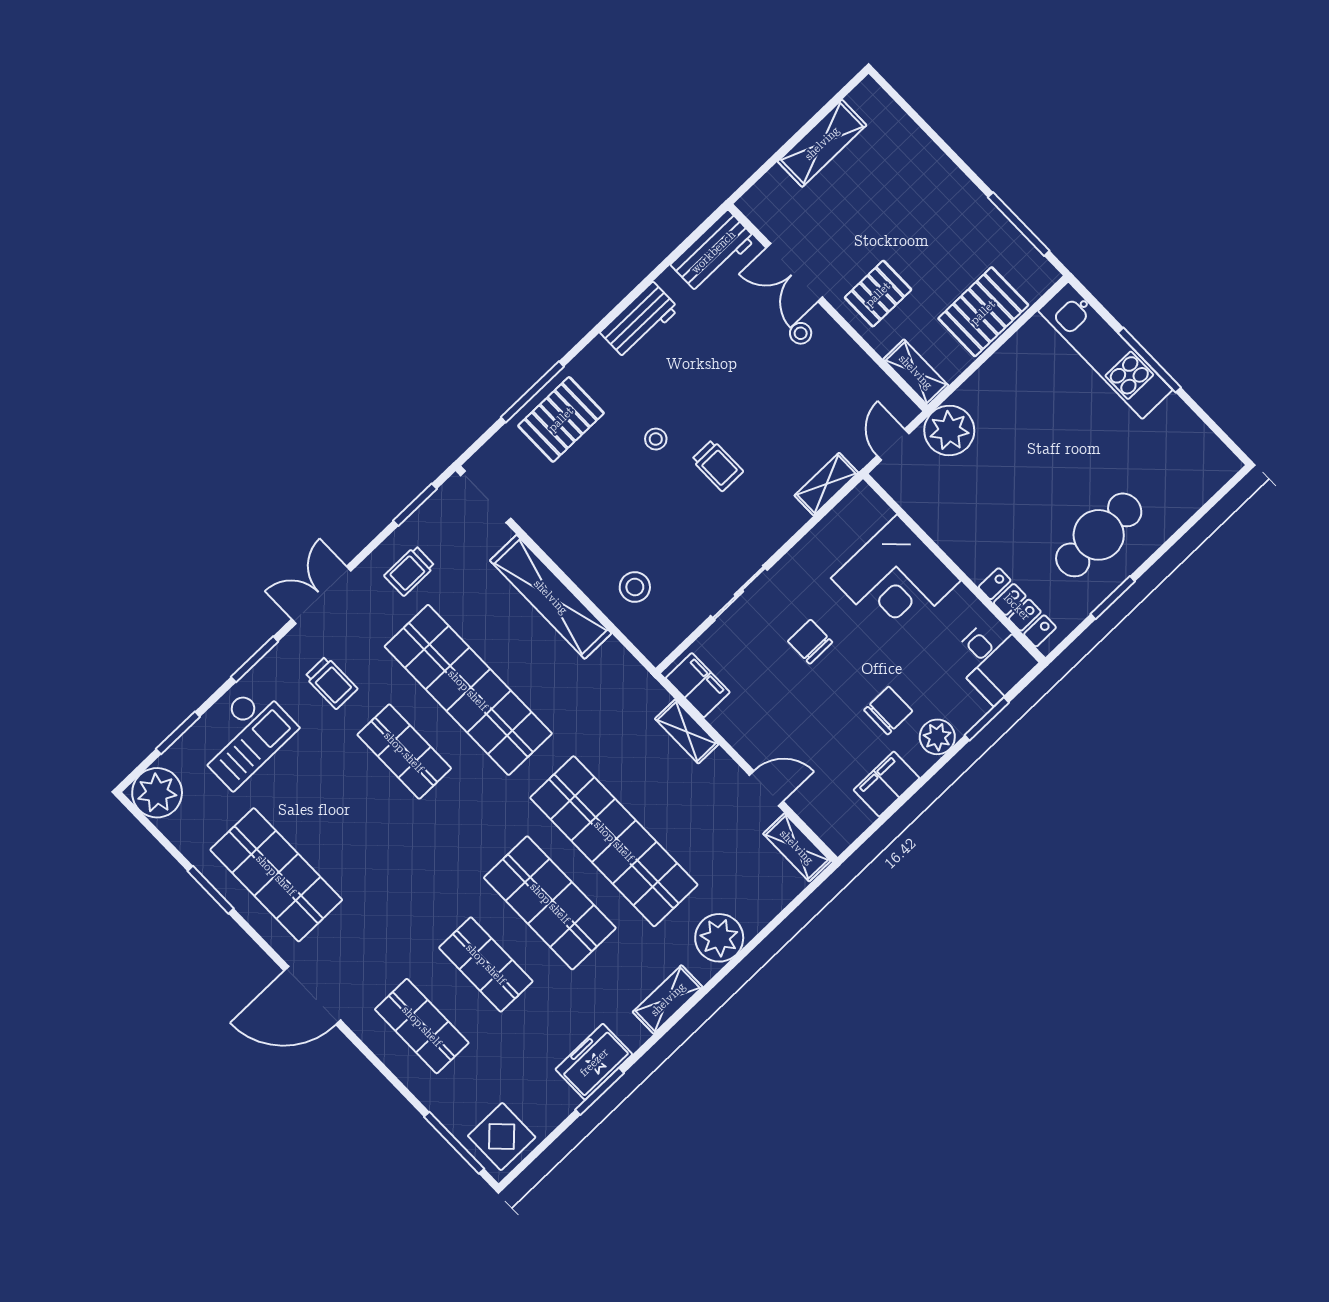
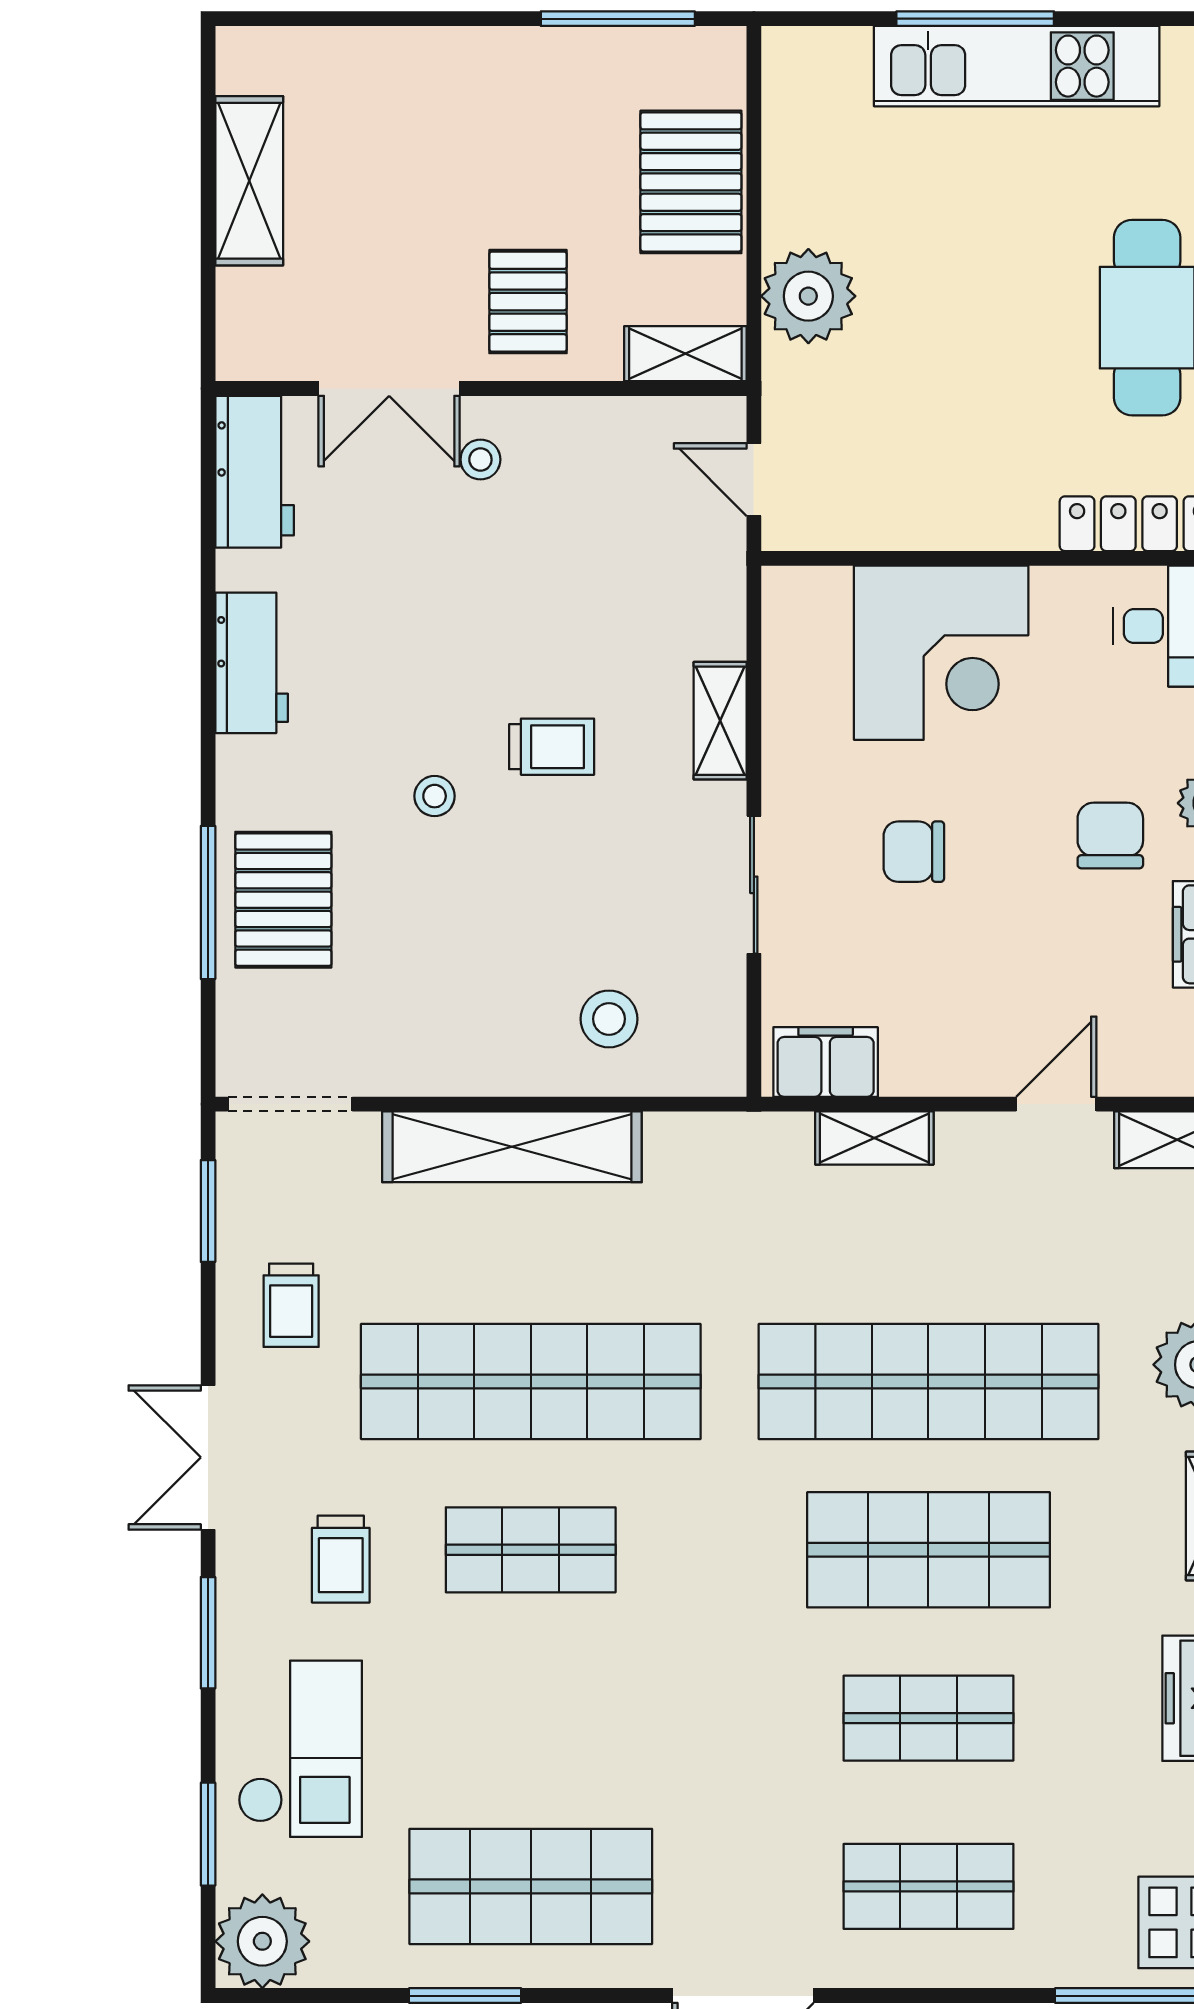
kitchen unit: (1105, 350) -> (1017, 66), moved
plant: (949, 430) -> (808, 296), moved
shelving: (826, 484) -> (720, 721), moved
trolley: (331, 683) -> (341, 1559), turned 90

